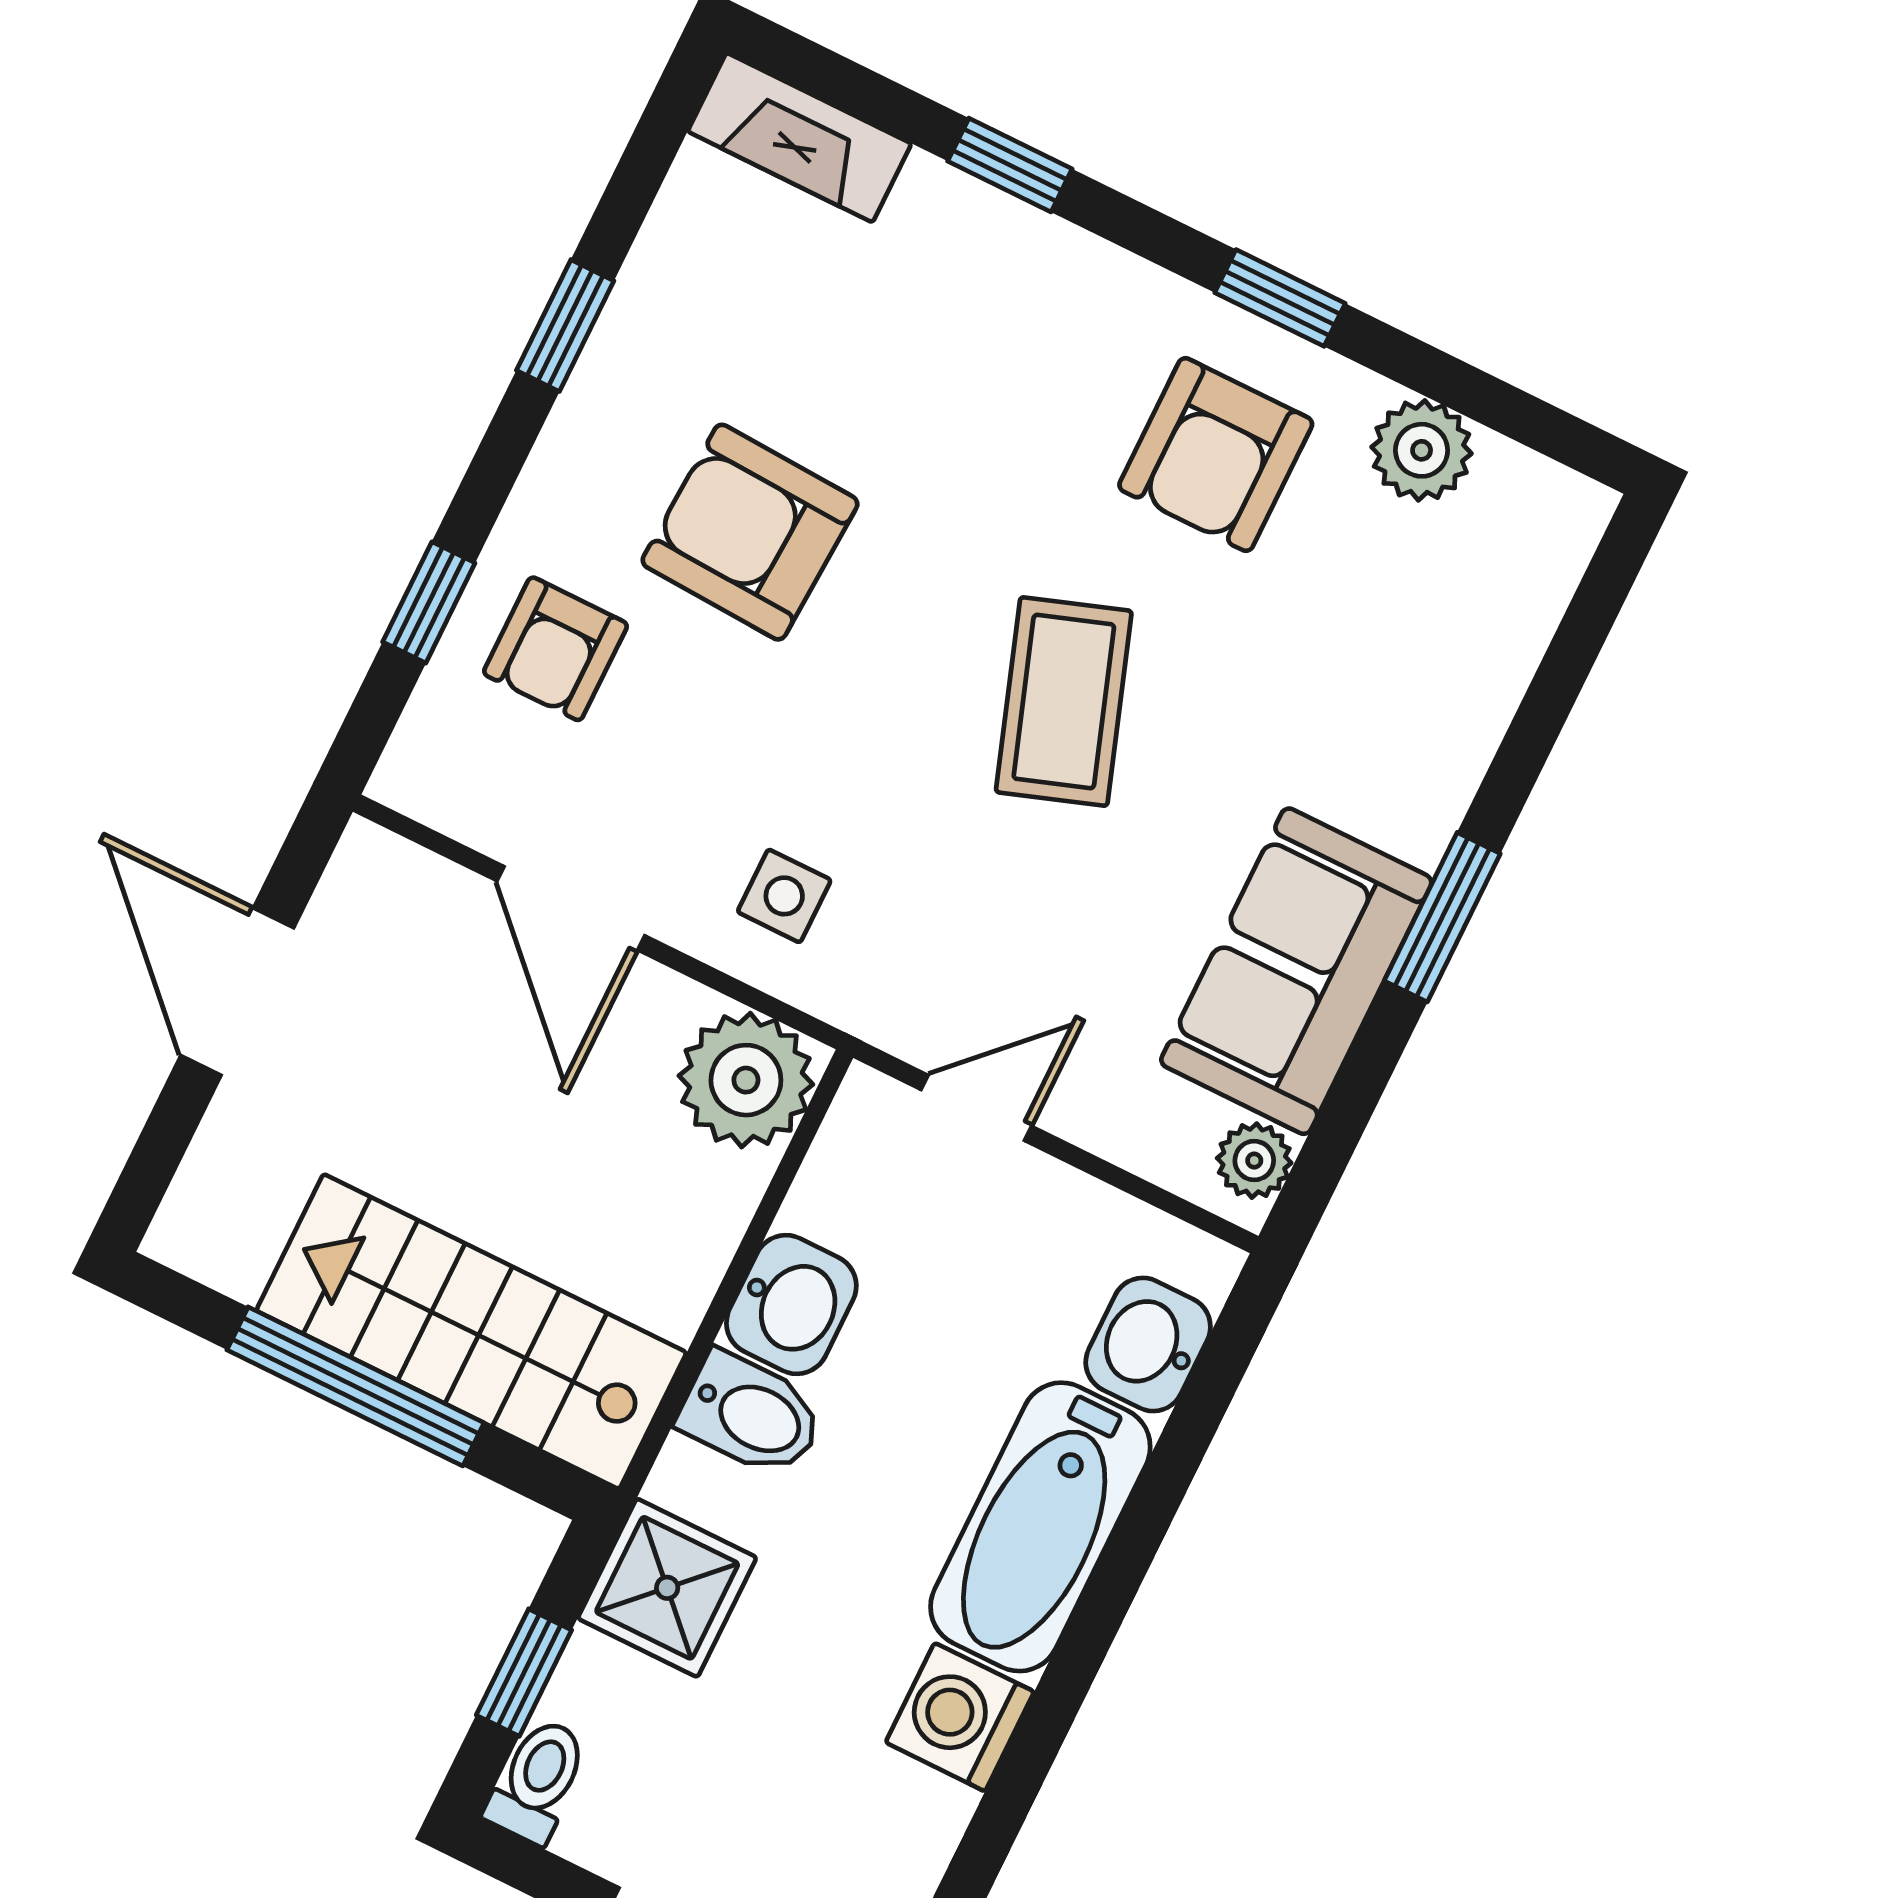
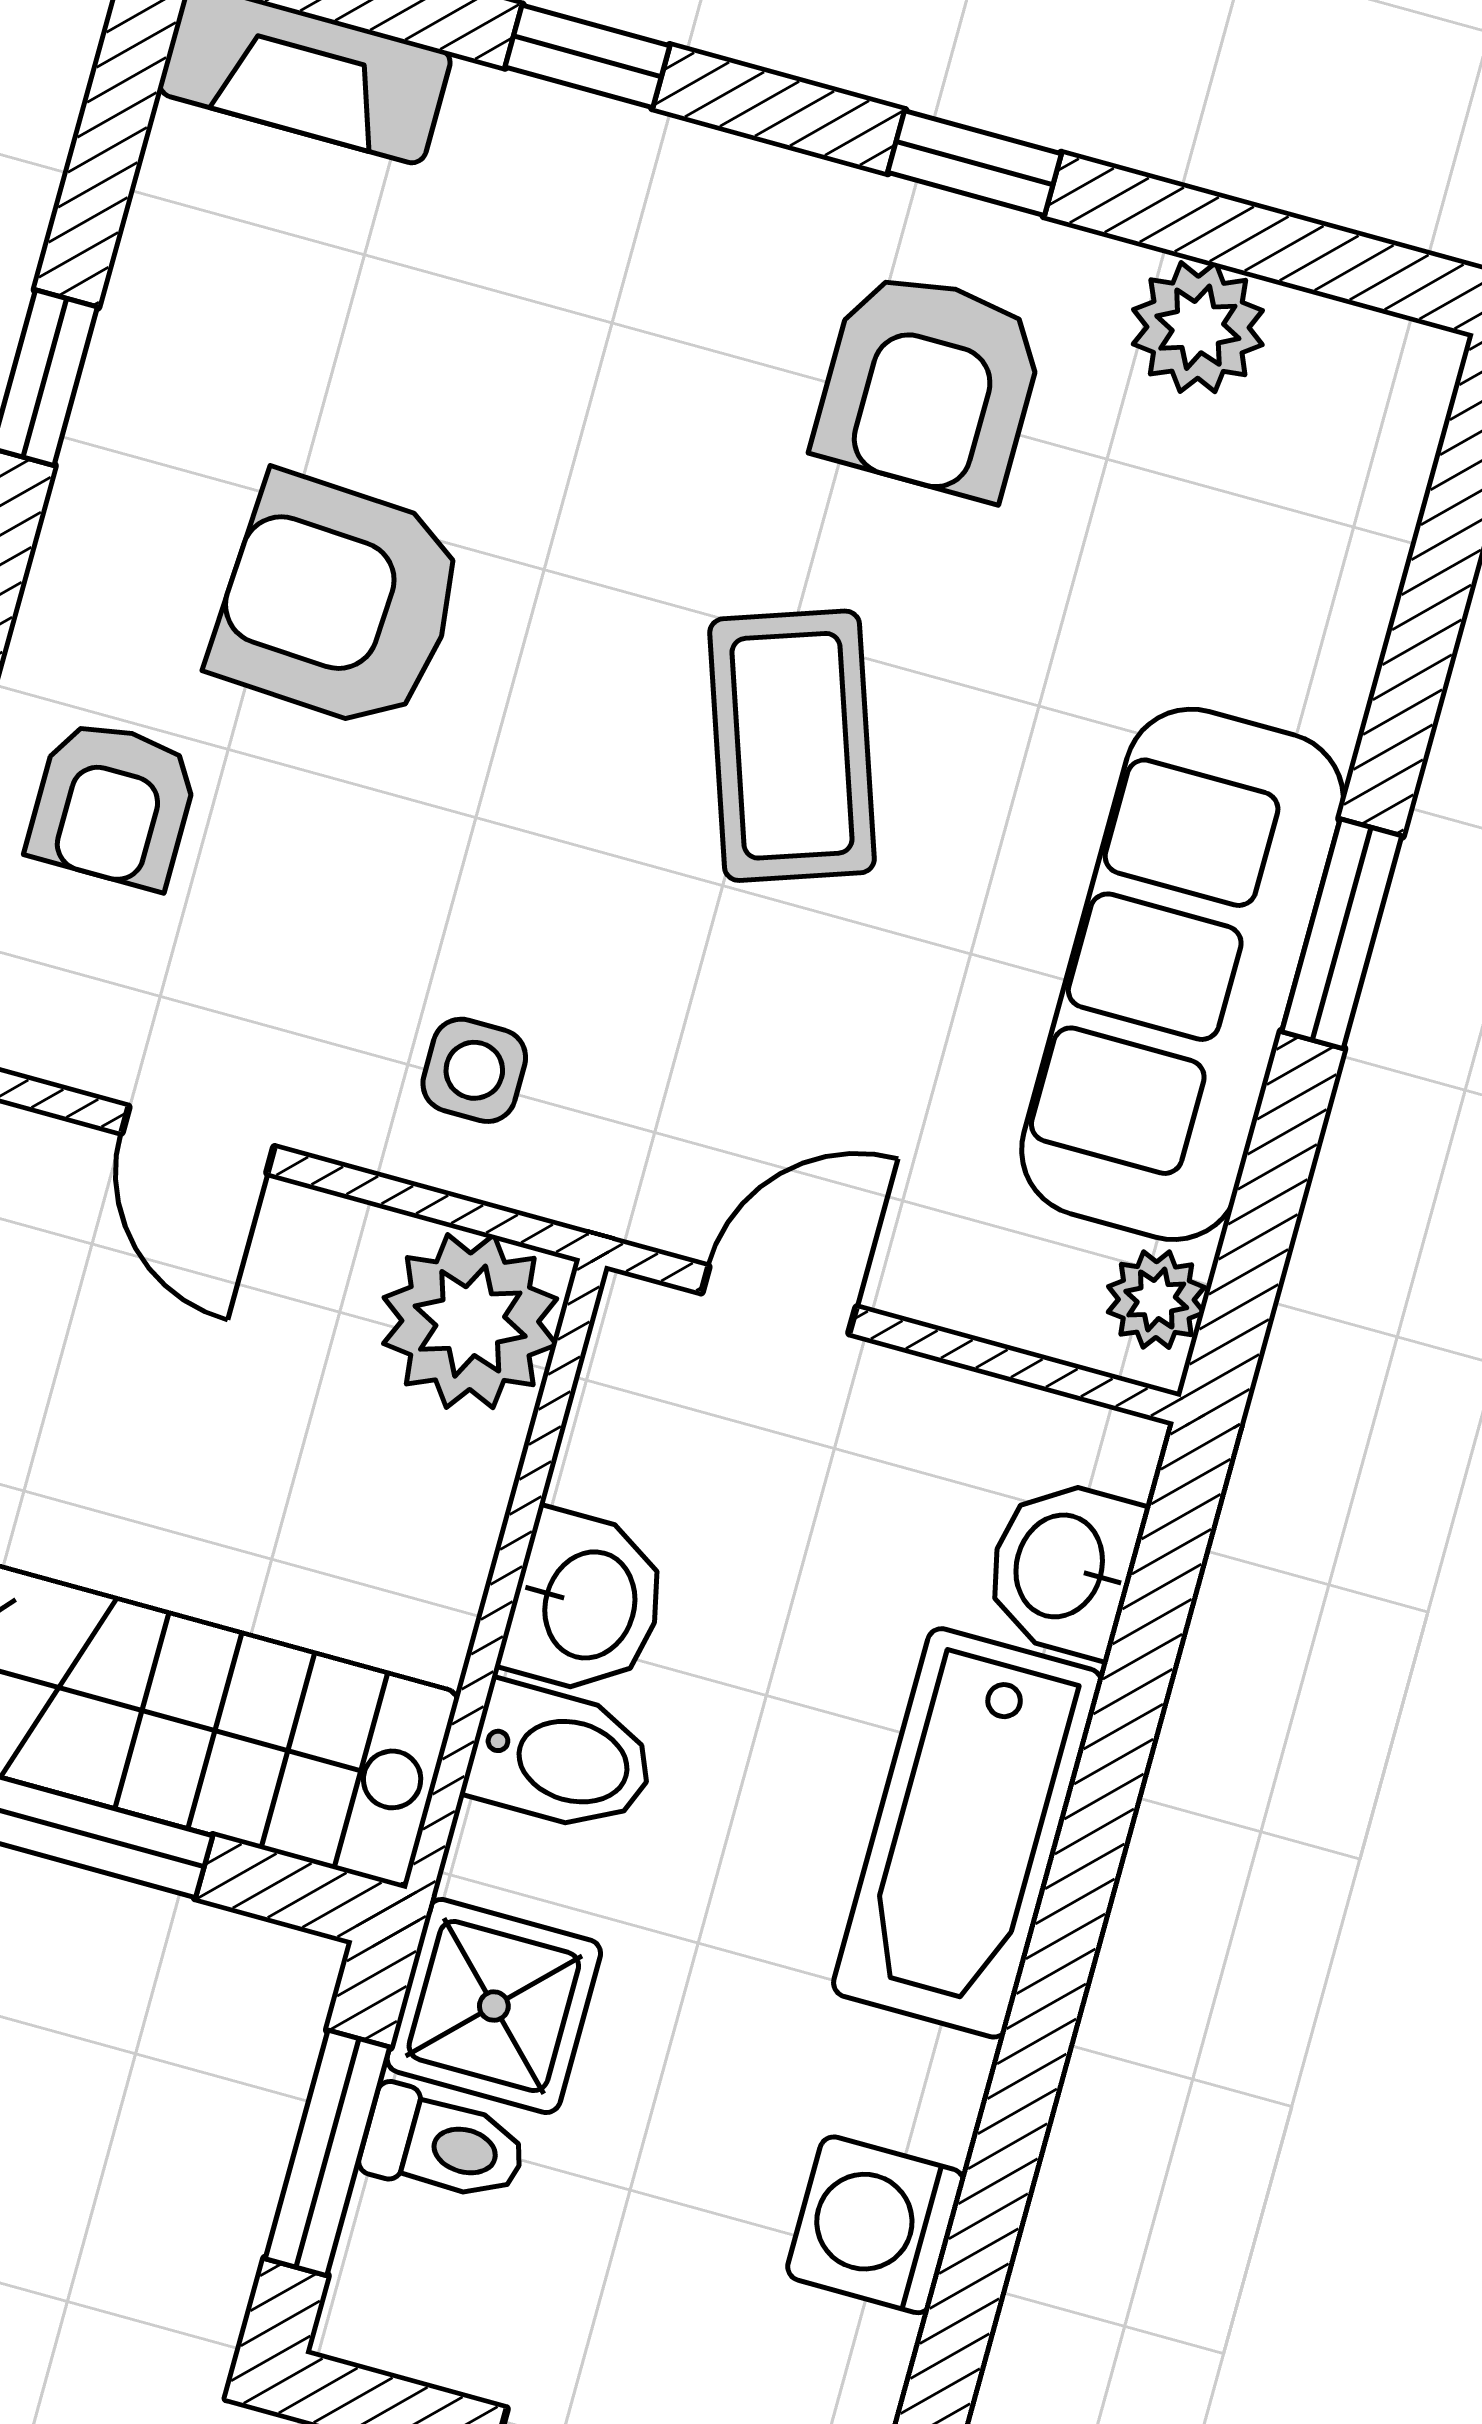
door: (571, 908) -> (198, 1140), width x0.73
sofa: (1296, 971) -> (1182, 974), width x1.36
window: (524, 1673) -> (327, 2153), width x1.50
washing machine: (960, 1717) -> (876, 2225), moved
toilet: (538, 1781) -> (444, 2145), moved, turned 90

